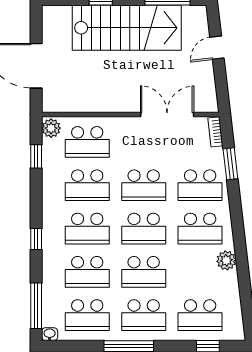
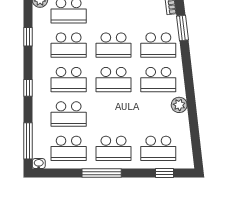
window: (36, 156) -> (28, 37), moved
school desk: (144, 272) -> (113, 114), removed

